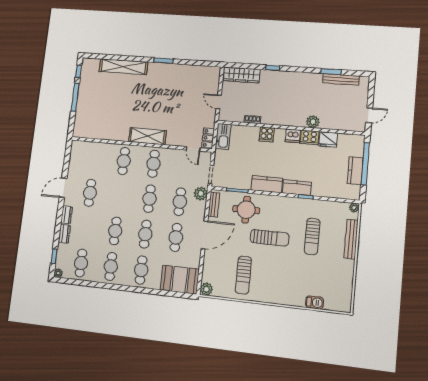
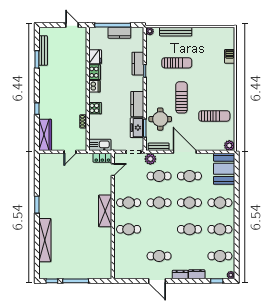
plant: (313, 122) -> (81, 71), removed
freezer: (239, 181) -> (137, 128), added
kitchen counter: (297, 188) -> (138, 64), moved

